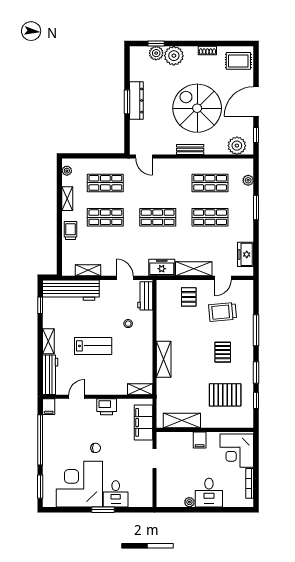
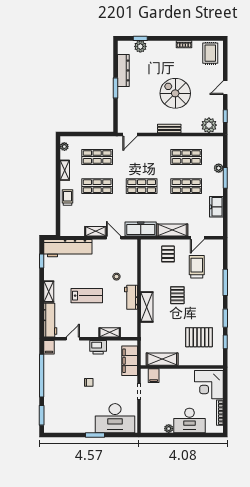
plant: (174, 56) -> (155, 49), removed
rug: (238, 61) -> (210, 53), turned 90
dresser: (136, 101) -> (123, 70), moved
door: (256, 101) -> (225, 88), width x0.53
spiral stairs: (197, 108) -> (175, 93), width x0.73, depth x0.73
door: (144, 157) -> (130, 135), hinge flipped
plant: (248, 180) -> (219, 168), moved
freezer: (246, 254) -> (216, 207), moved
freezer: (162, 268) -> (141, 229), width x1.40
shelving: (88, 270) -> (96, 231), moved
workbench: (145, 296) -> (131, 297), moved
trolley: (223, 312) -> (197, 267), turned 95
pallet: (223, 352) -> (177, 295), moved
shelving: (140, 389) -> (110, 332), moved
filing cabinet: (200, 440) -> (154, 376), moved
corner desk: (79, 484) -> (75, 413), removed
desk: (209, 493) -> (190, 420), width x1.37
desk: (116, 494) -> (115, 418), width x1.87, depth x1.30

